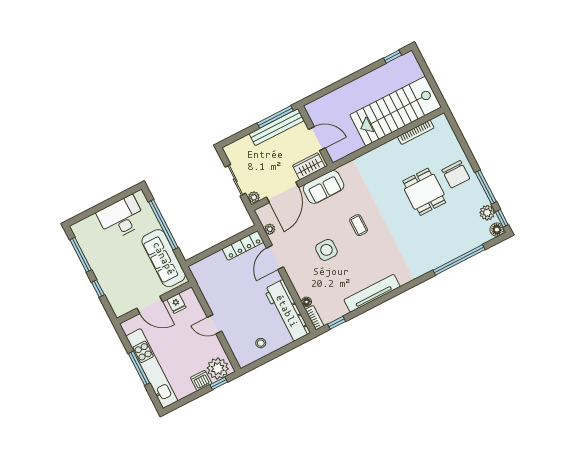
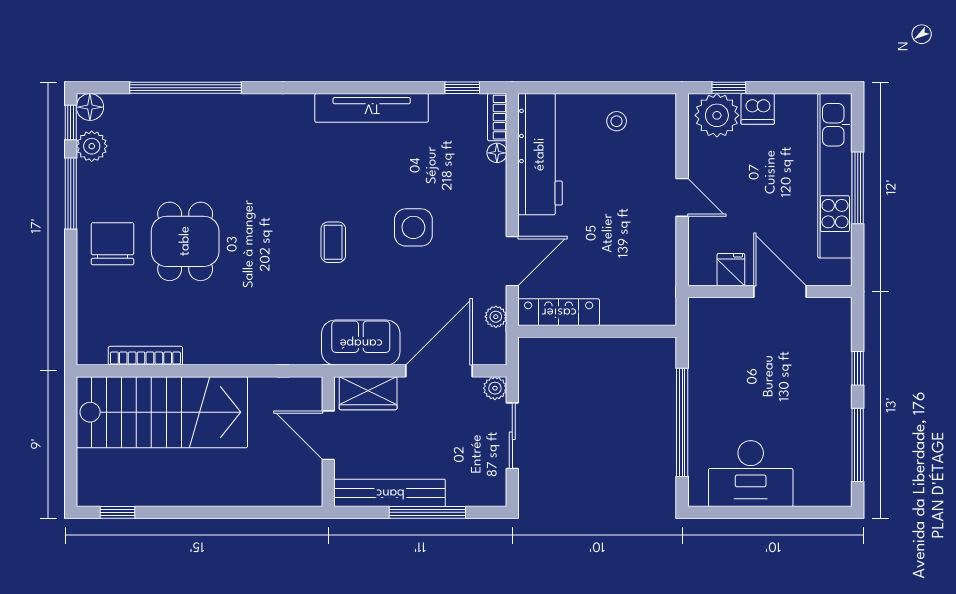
window: (275, 117) -> (427, 512), moved
sofa: (164, 258) -> (712, 362), removed

